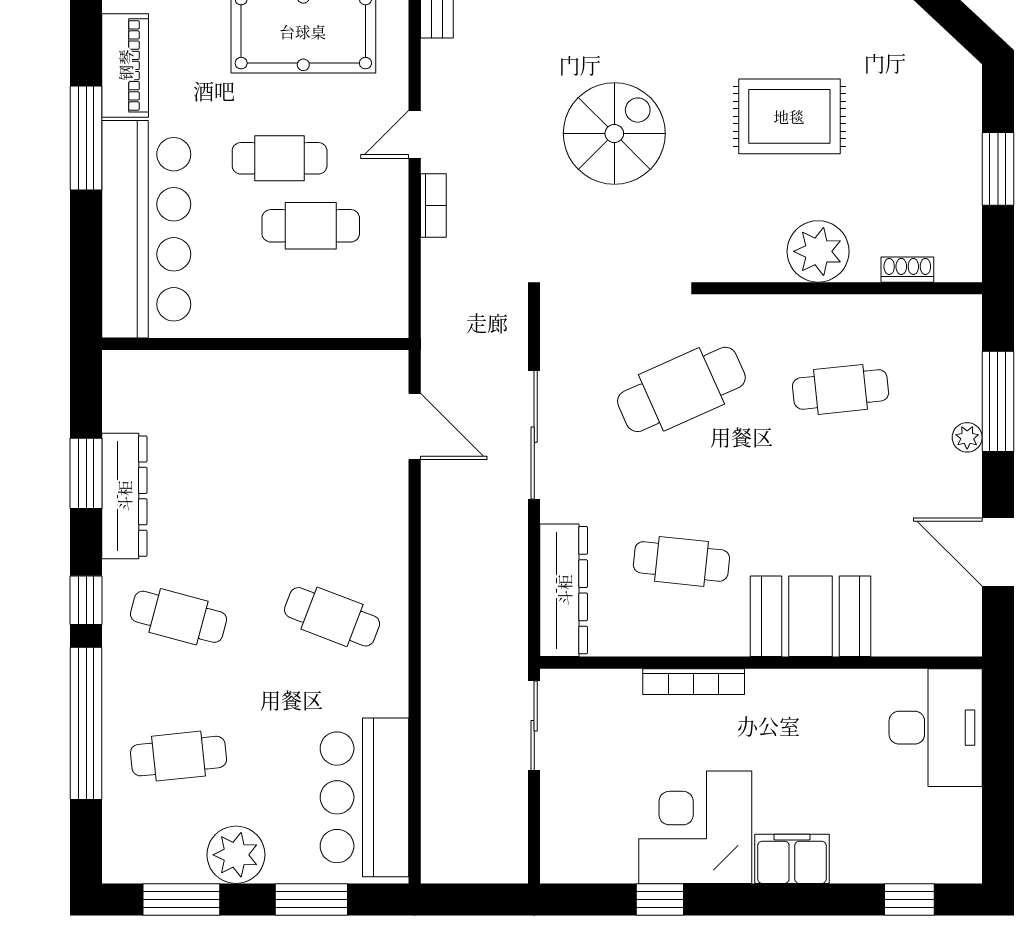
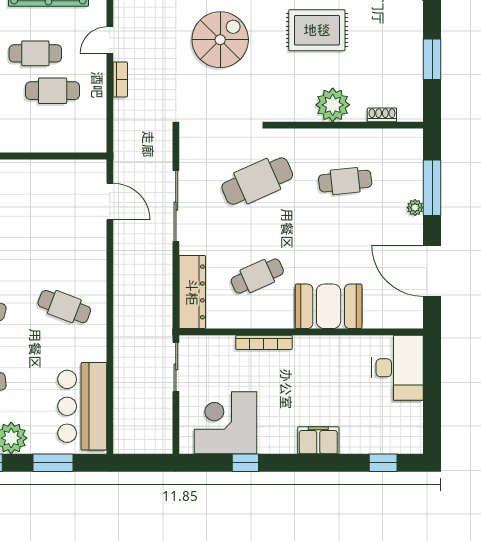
door: (998, 552) -> (432, 271), width x1.36
cafe table: (681, 561) -> (257, 276), turned -30
corner desk: (695, 827) -> (226, 423), moved

